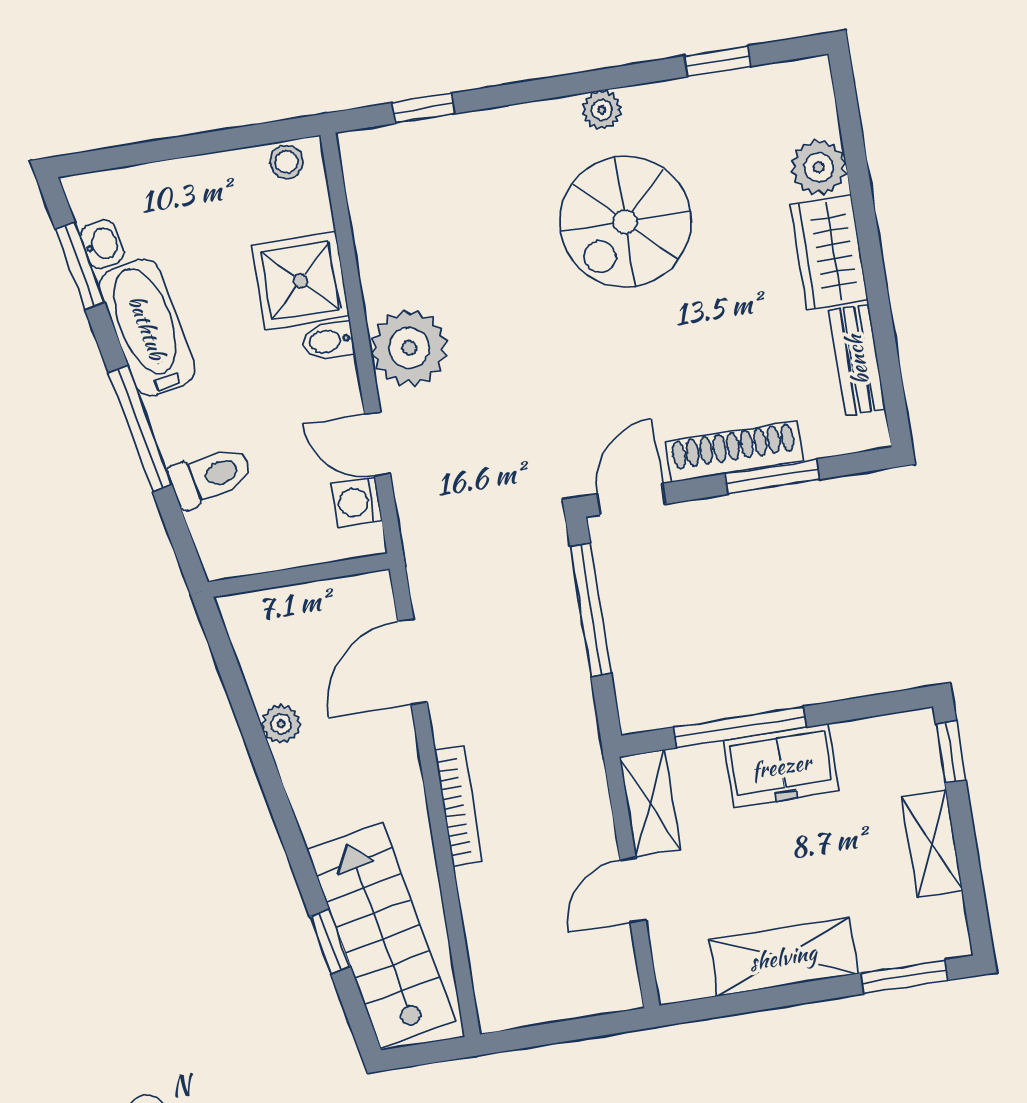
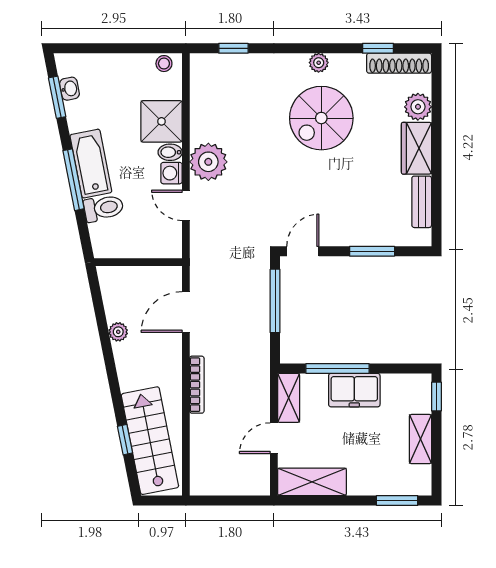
bathtub: (147, 327) -> (91, 164), moved
shoe rack: (734, 452) -> (399, 63), moved, turned 180
washing machine: (357, 502) -> (172, 173), moved
shelving: (783, 957) -> (312, 482), moved

